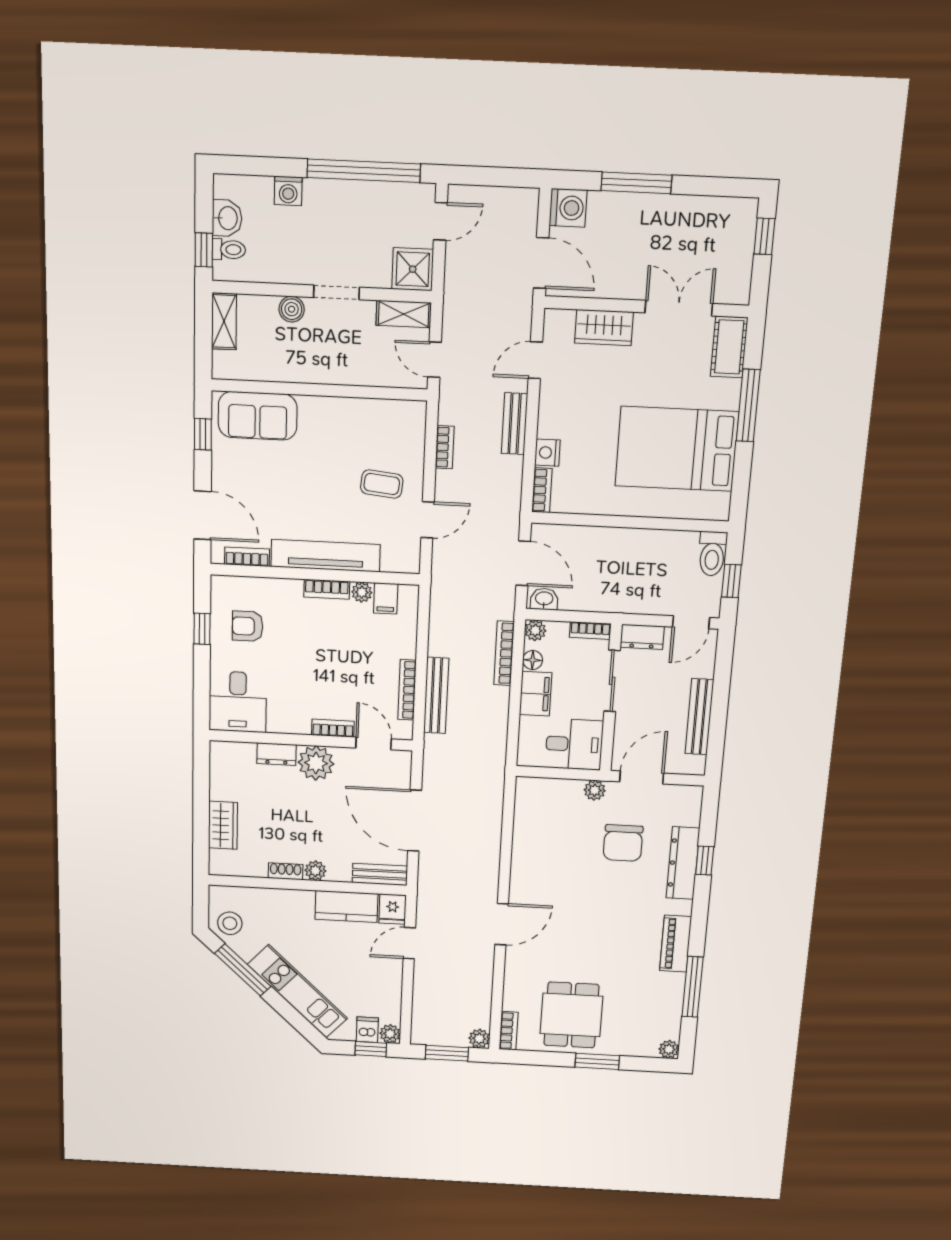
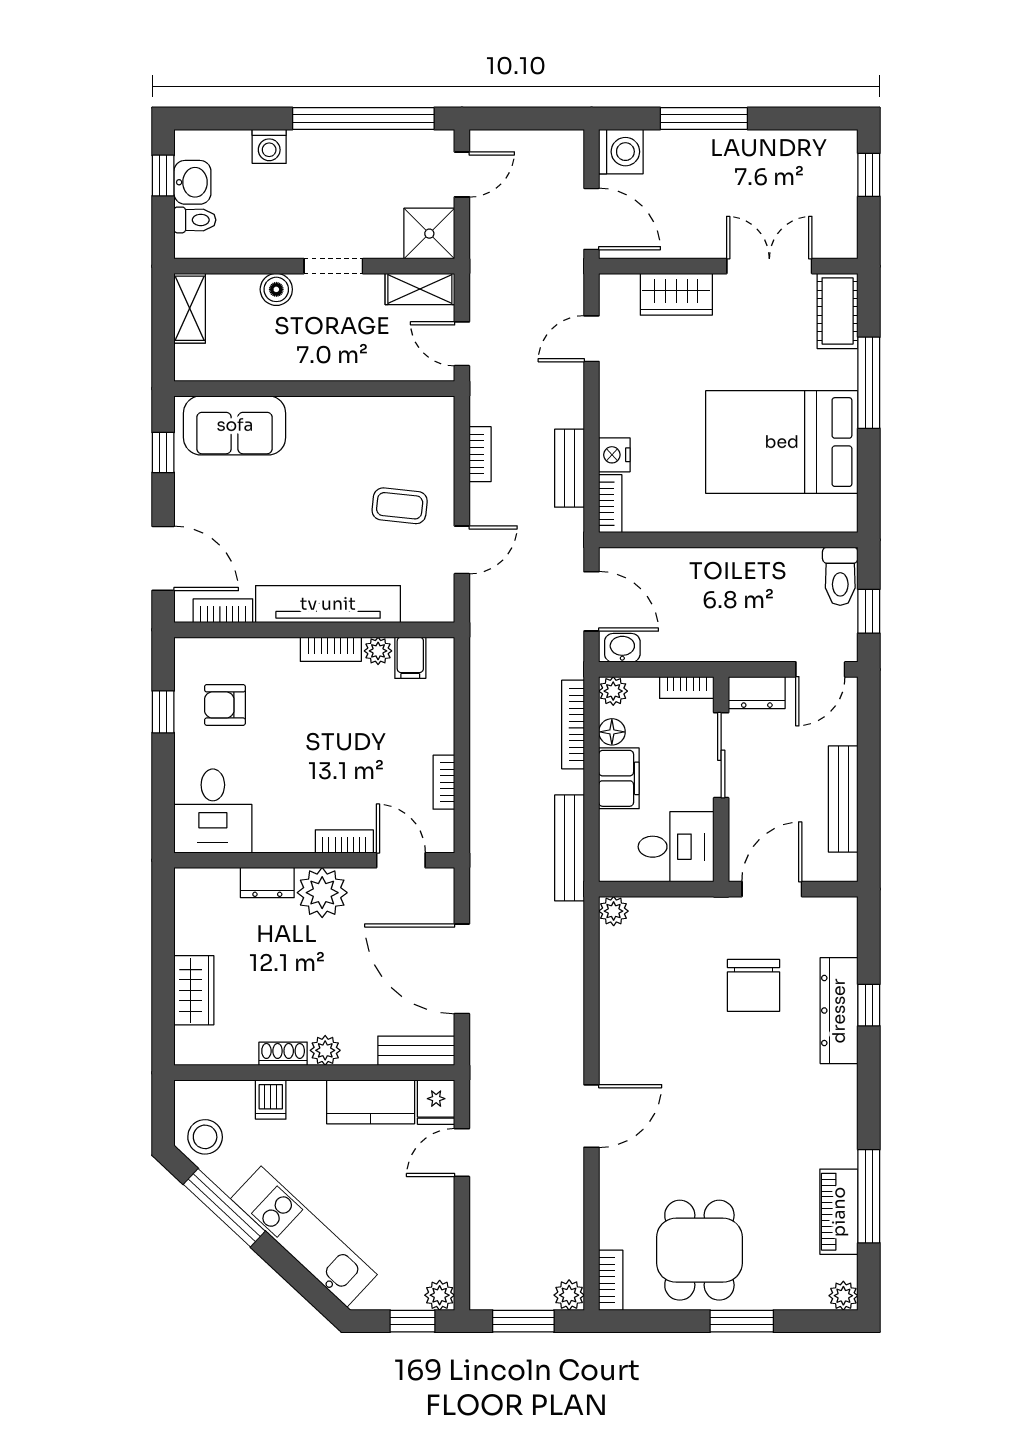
window: (204, 250) -> (163, 176), moved
bench: (515, 424) -> (569, 468), moved
bookcase: (407, 690) -> (444, 782), width x0.64
bench: (436, 695) -> (570, 848), moved
plant: (595, 790) -> (614, 911), moved
piano: (675, 944) -> (839, 1212), moved
dishwasher: (367, 1030) -> (271, 1100), moved, turned 180

